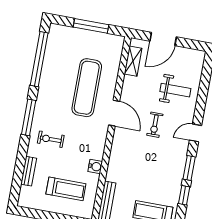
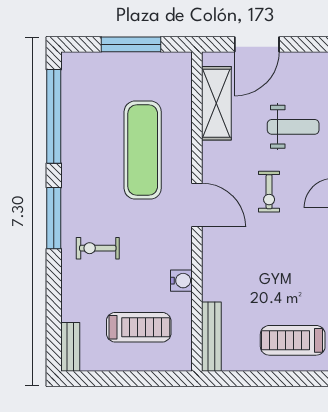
shelving: (133, 61) -> (216, 103), width x1.50, depth x1.33
door: (114, 113) -> (197, 205), moved
bench: (29, 171) -> (70, 347), moved

